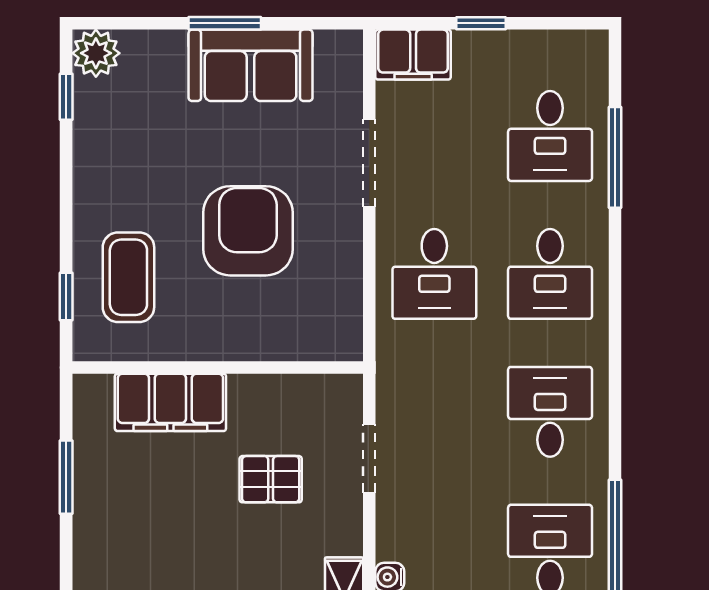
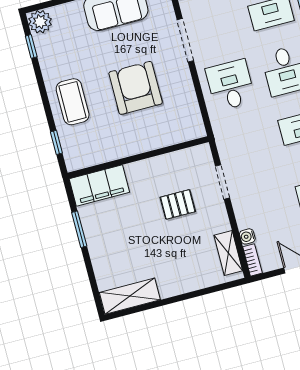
desk: (434, 274) -> (230, 85), turned 180
coffee table: (128, 277) -> (73, 102), moved
filing cabinet: (170, 402) -> (99, 186), moved

